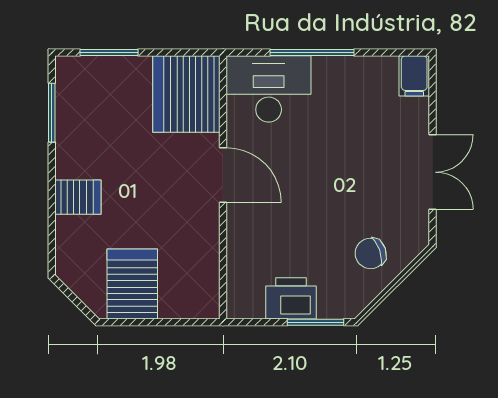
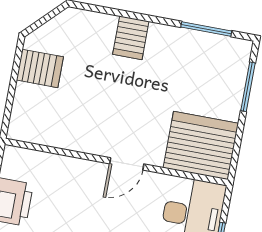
door: (223, 175) -> (127, 164), width x0.73
server rack: (132, 284) -> (40, 68), width x0.73, depth x0.70

